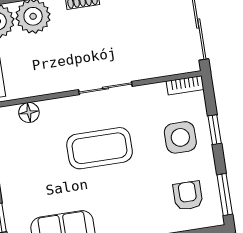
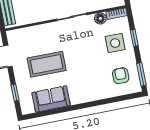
floor lamp: (29, 112) -> (100, 18), moved
coffee table: (100, 148) -> (47, 64), moved

